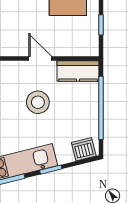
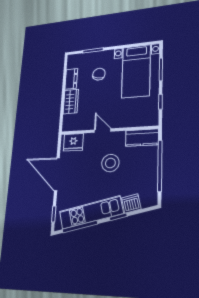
door: (40, 58) -> (103, 131), moved
dishwasher: (84, 149) -> (131, 203), moved

